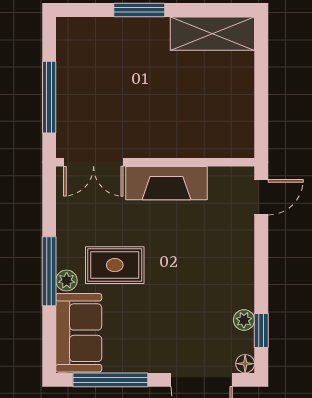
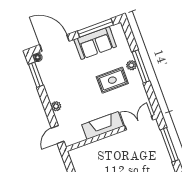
plant: (244, 320) -> (56, 106), moved
window: (261, 330) -> (36, 75), width x1.50
sofa: (79, 333) -> (95, 43), moved, turned -90

